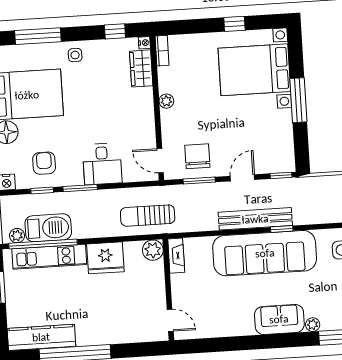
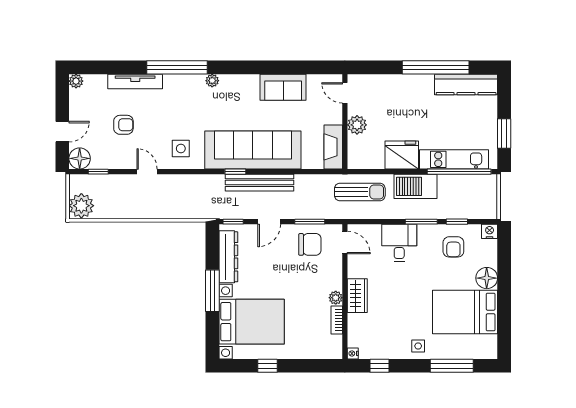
bookcase: (162, 51) -> (337, 320), moved
wardrobe: (141, 68) -> (357, 296), moved
dresser: (284, 138) -> (228, 257), added
chair: (197, 156) -> (310, 244), turned -90
barbecue: (48, 228) -> (415, 186), moved
plant: (17, 236) -> (483, 181), removed
plant: (153, 250) -> (357, 125), moved
fireplace: (176, 256) -> (333, 147), width x1.37, depth x1.32
sofa: (279, 319) -> (283, 87), moved

